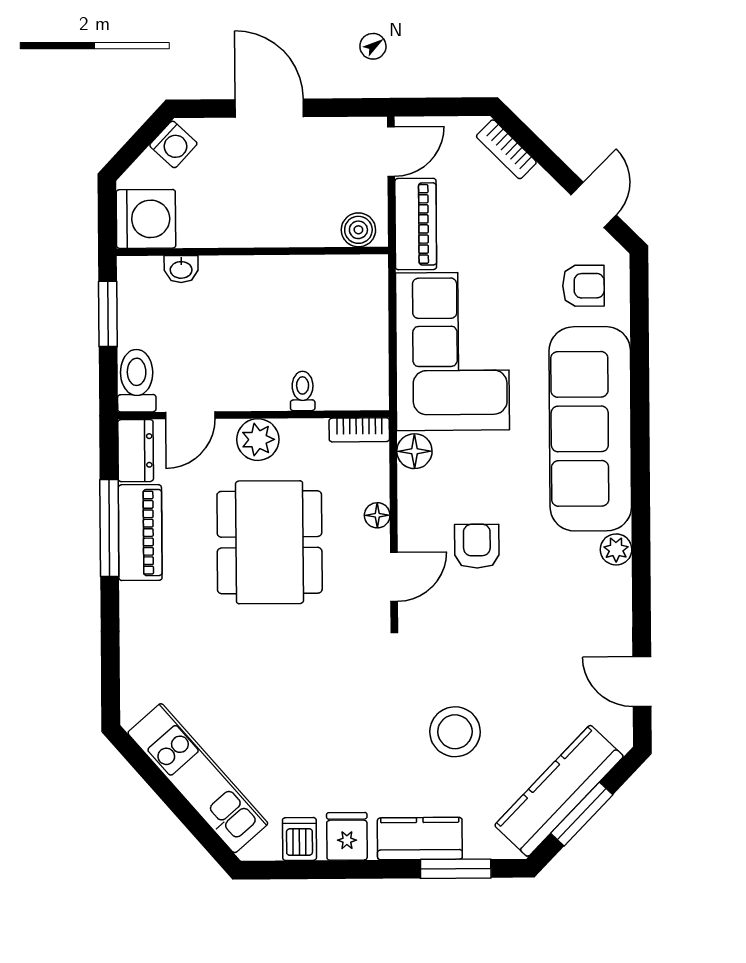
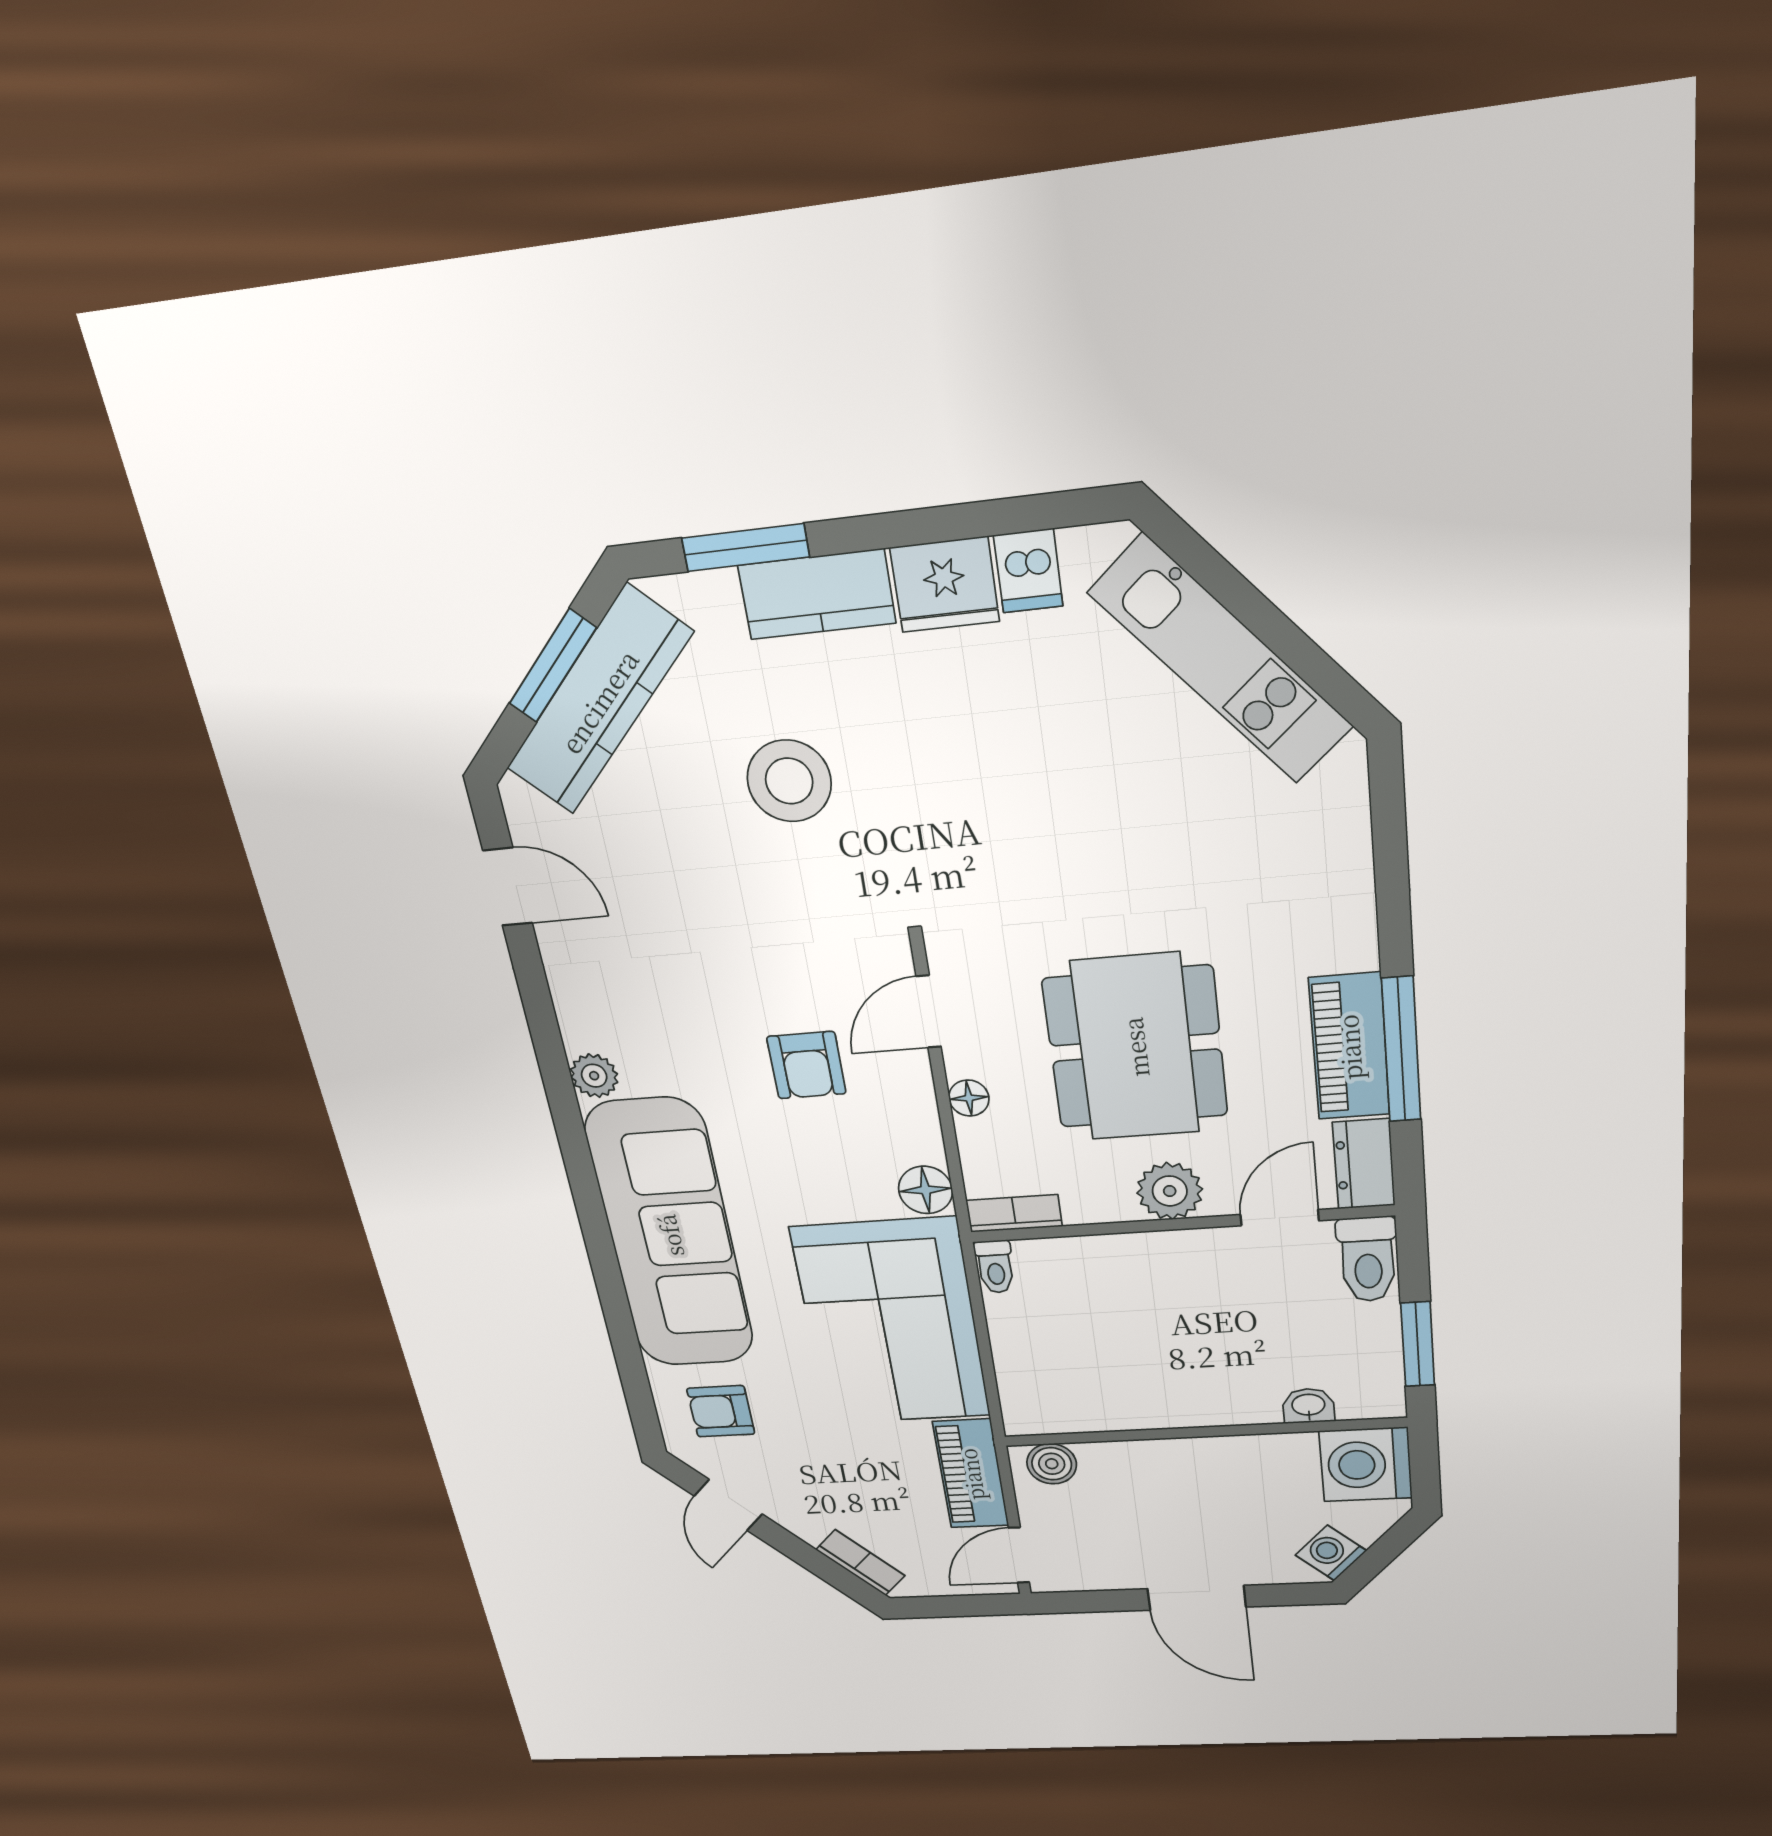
toilet: (303, 391) -> (995, 1267), moved
fridge: (347, 836) -> (945, 585), width x1.38

